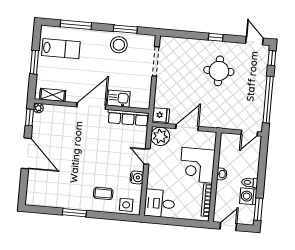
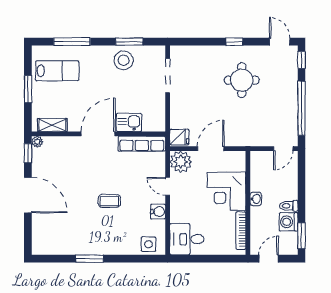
coffee table: (103, 193) -> (109, 201), moved

